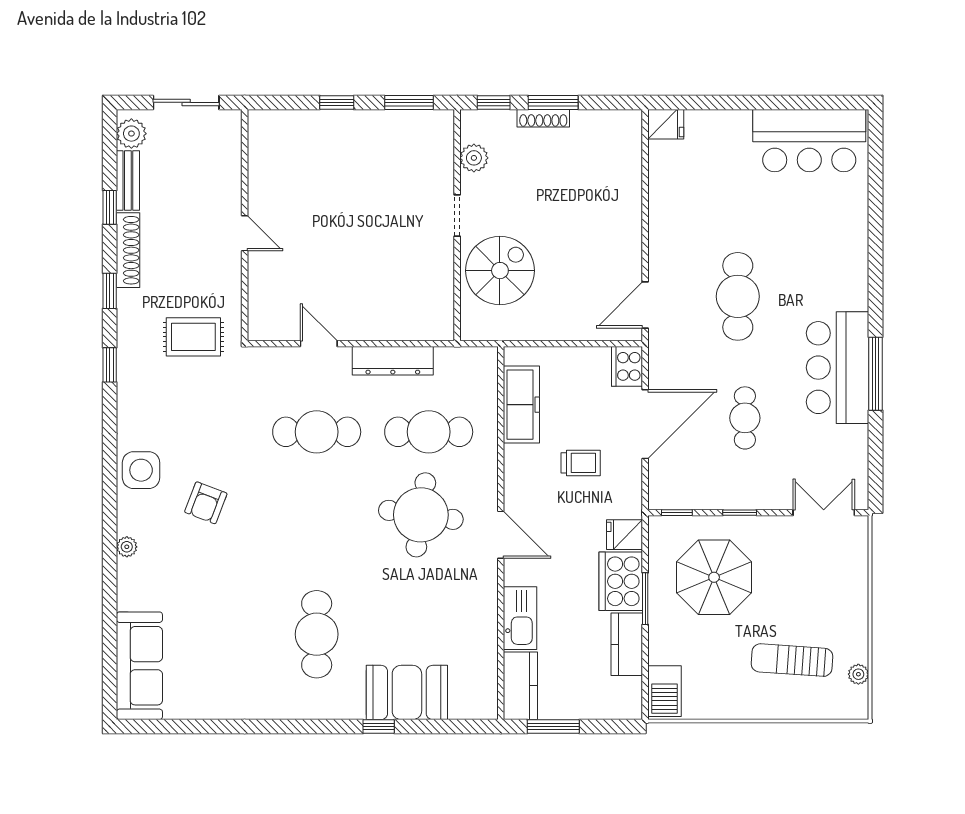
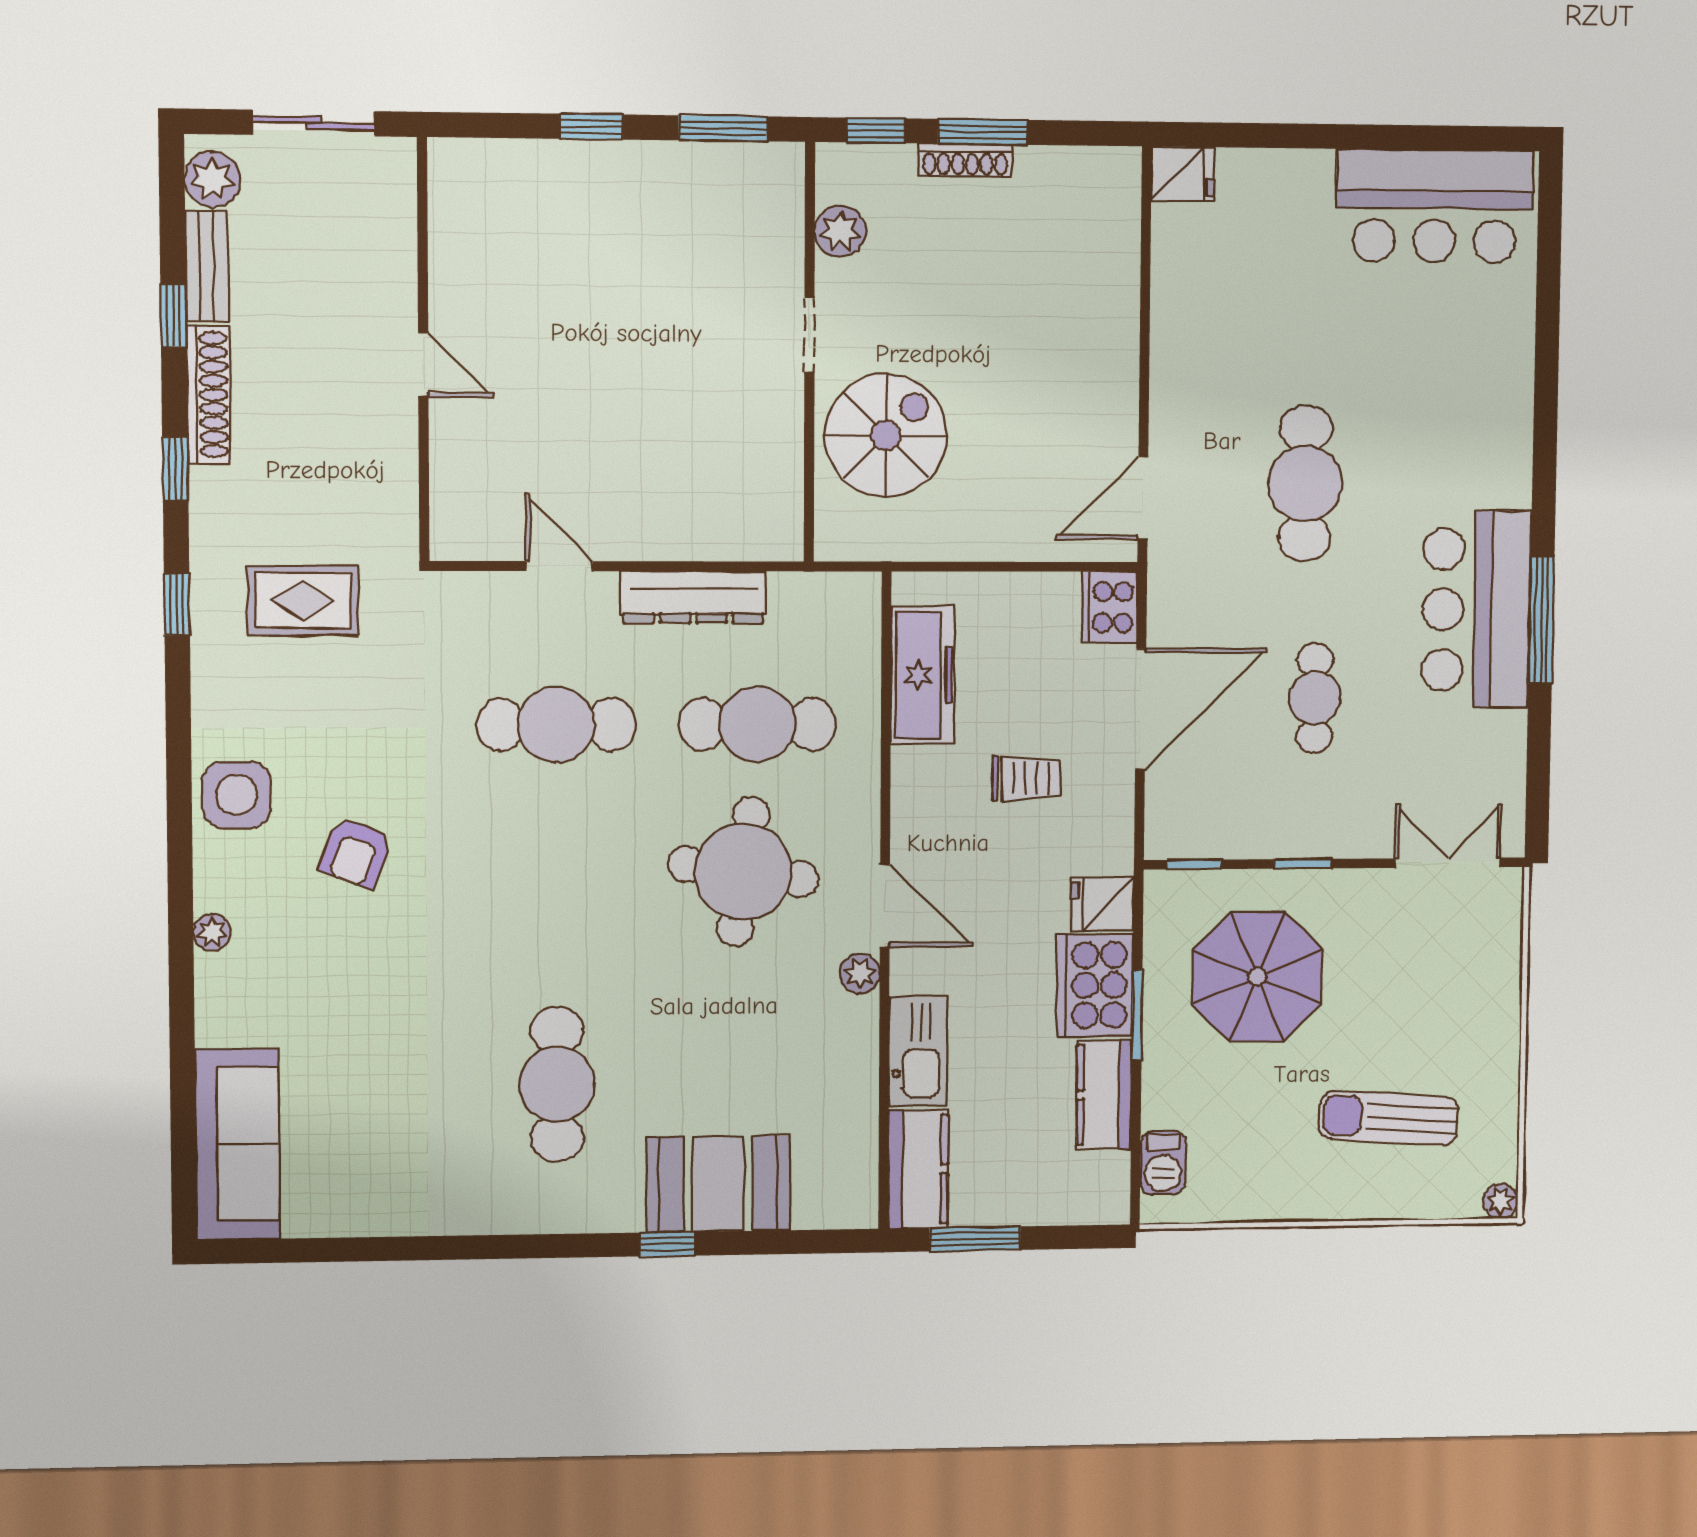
rug: (193, 337) -> (303, 600), moved
plant: (487, 573) -> (860, 973), added
plant: (858, 674) -> (1500, 1201), moved
barbecue: (665, 691) -> (1163, 1163), width x0.73, depth x0.79

